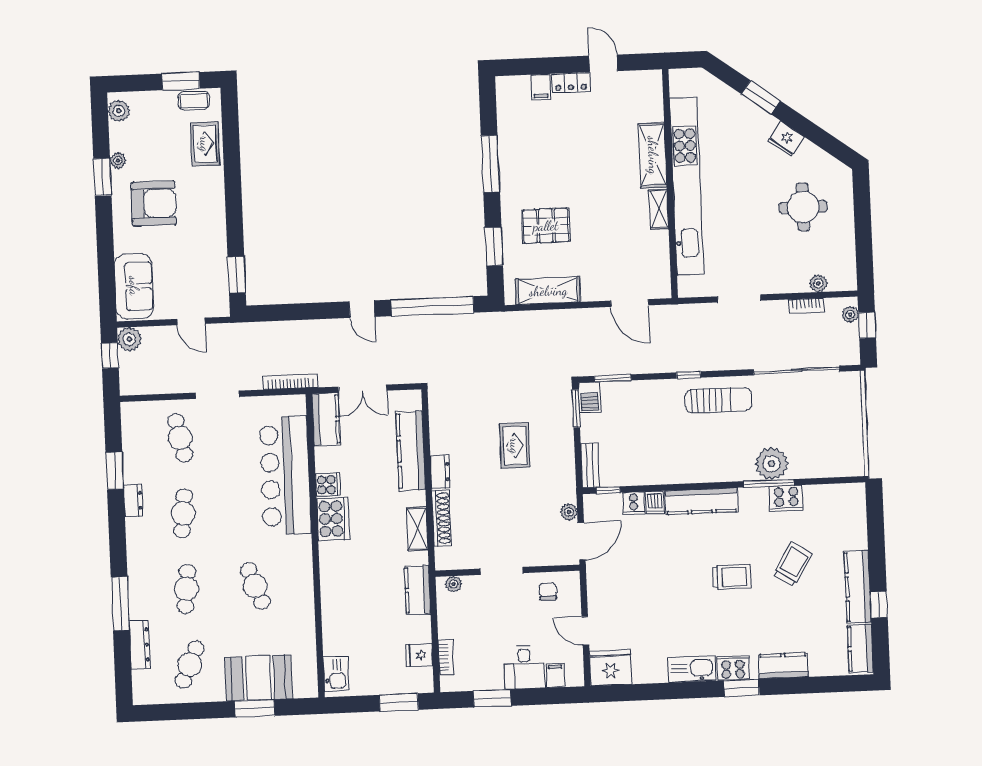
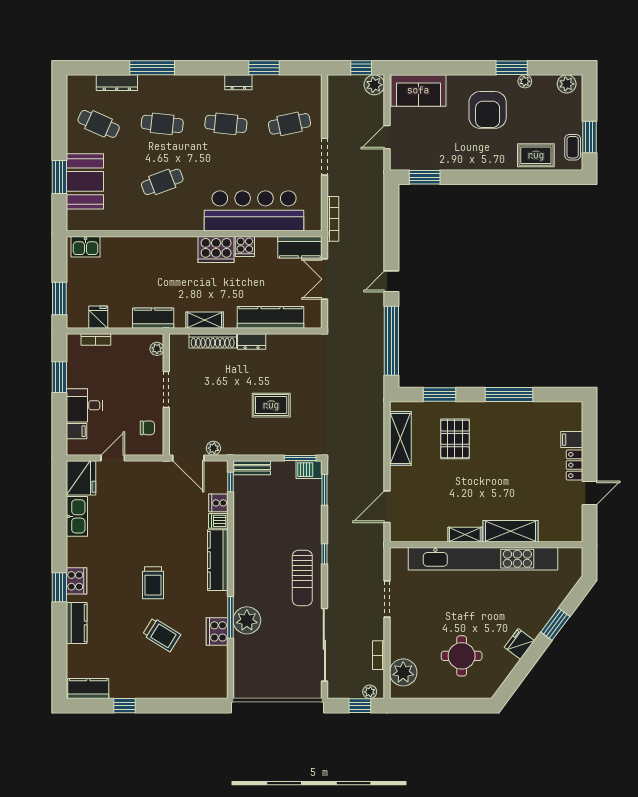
plant: (818, 283) -> (403, 672), width x1.88, depth x1.88
kitchen counter: (858, 587) -> (140, 688), removed
kitchen sink: (692, 669) -> (77, 516), moved

